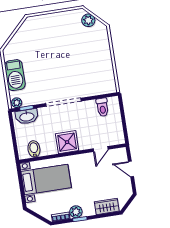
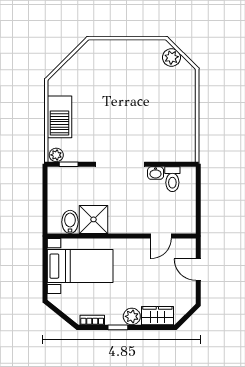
washbasin: (27, 117) -> (156, 173), moved, width x0.52, depth x0.69
shower: (67, 142) -> (93, 219), moved
plant: (76, 212) -> (132, 316), moved

